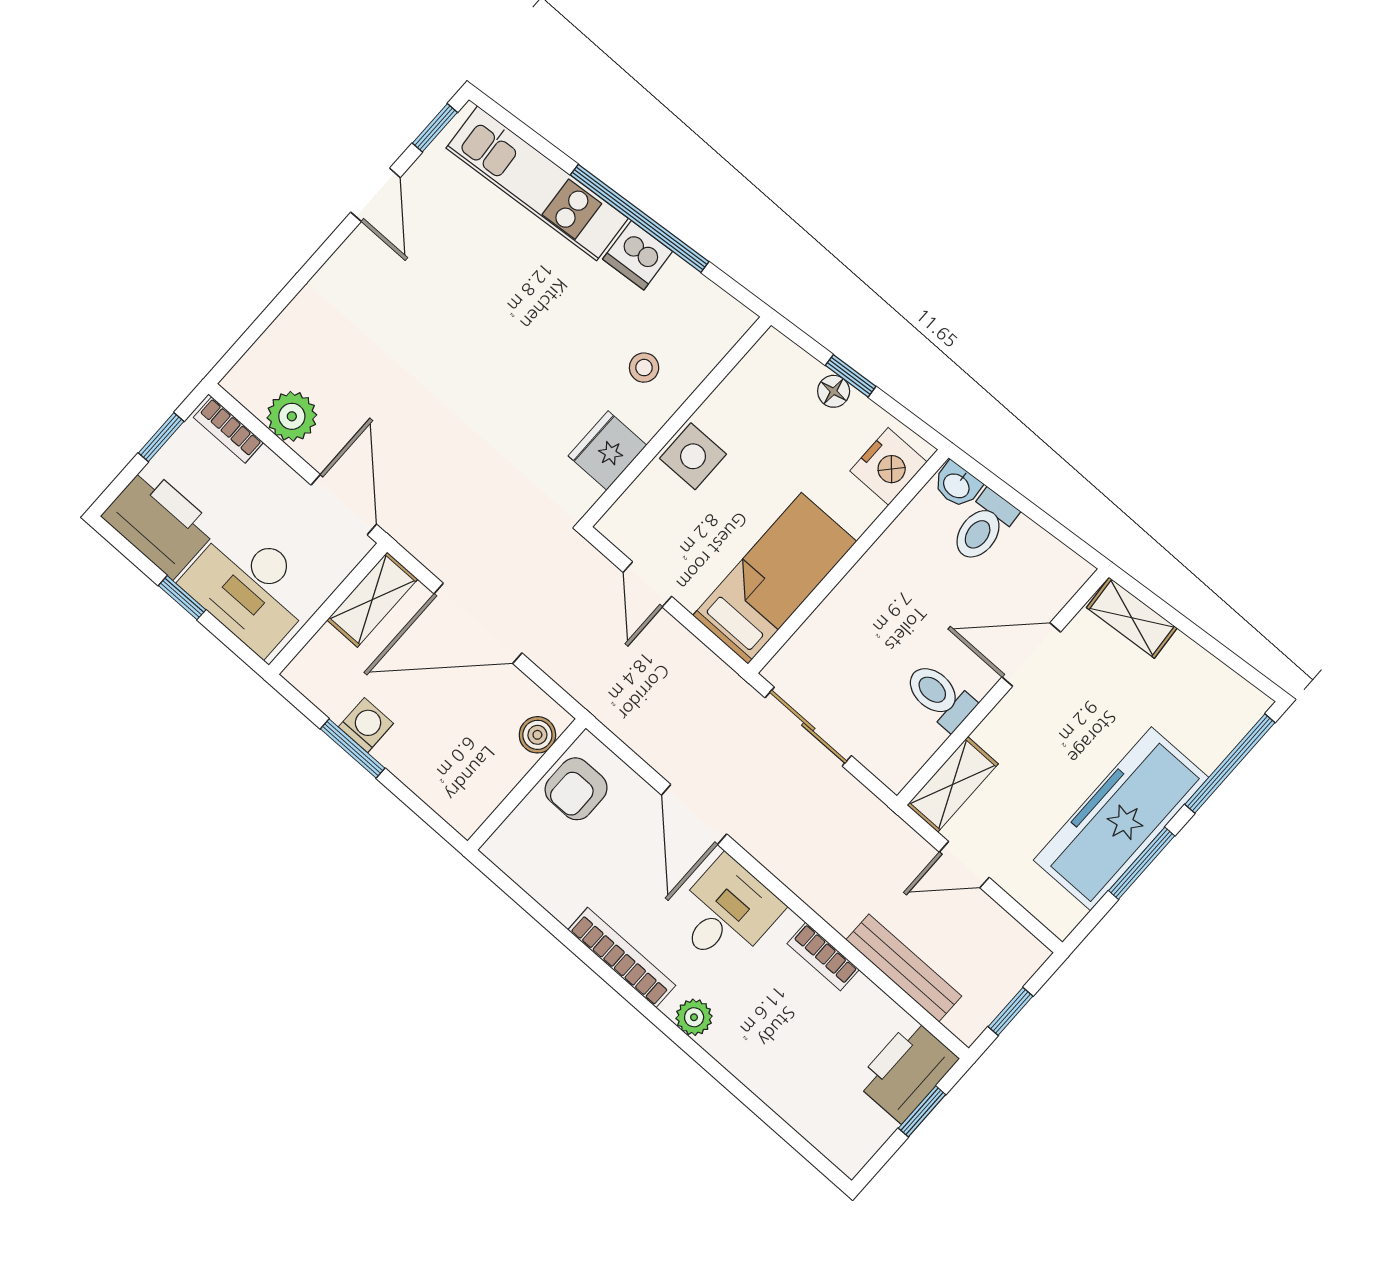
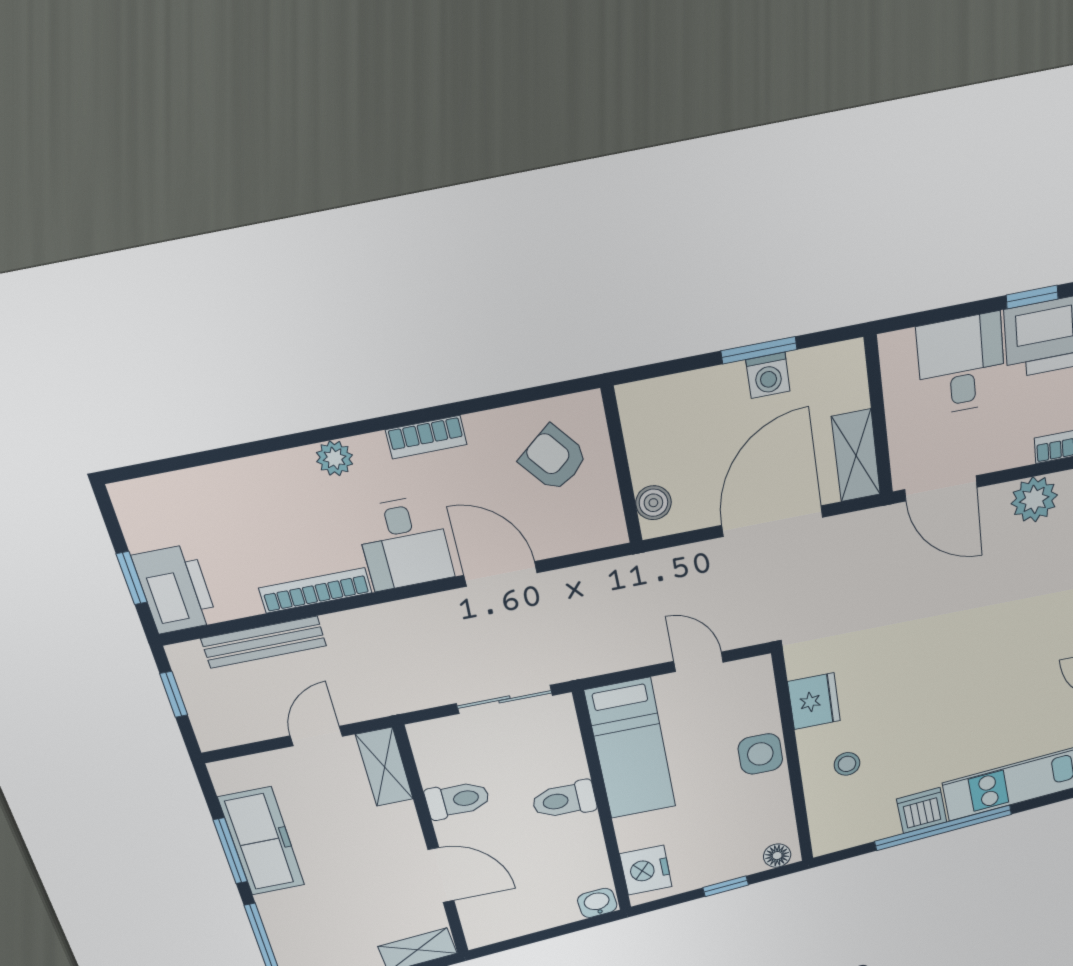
floor lamp: (834, 391) -> (777, 856), moved
toilet: (983, 527) -> (564, 800), moved, turned -85
desk: (250, 587) -> (961, 365), width x0.73
window: (182, 598) -> (1032, 297), moved
door: (1031, 654) -> (441, 875), hinge flipped
armchair: (576, 789) -> (554, 458), moved, turned -39
freezer: (1121, 819) -> (262, 842), width x0.73, depth x0.79
bookcase: (823, 957) -> (315, 590), width x1.56
bookcase: (622, 958) -> (426, 437), width x0.64

